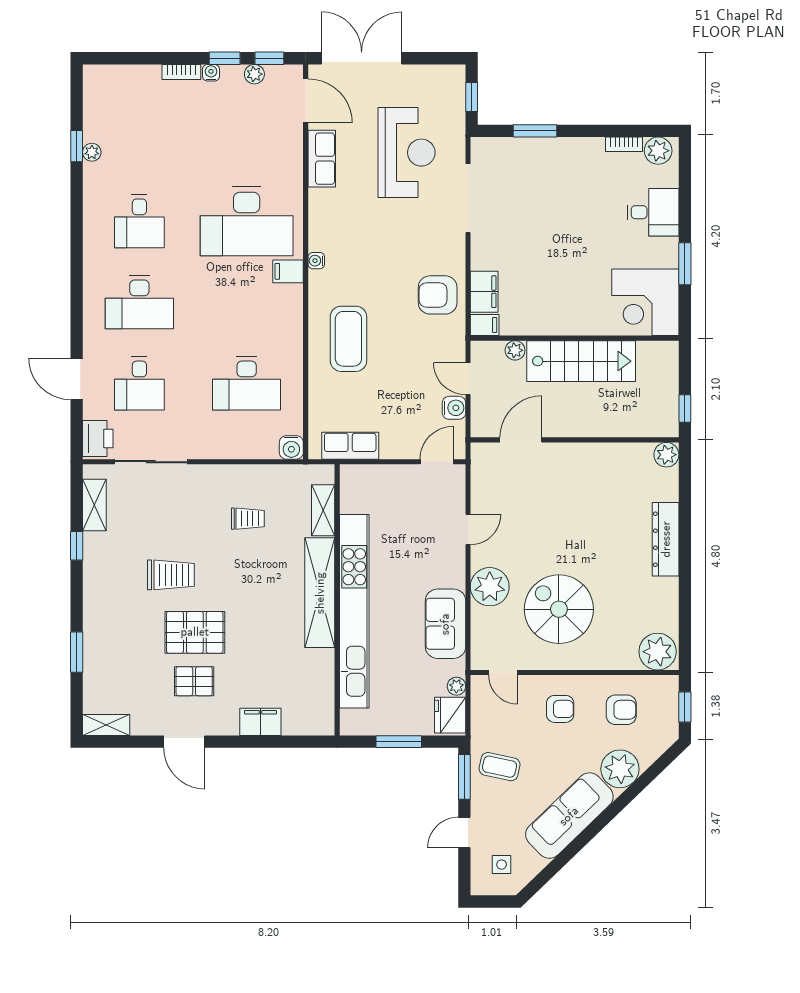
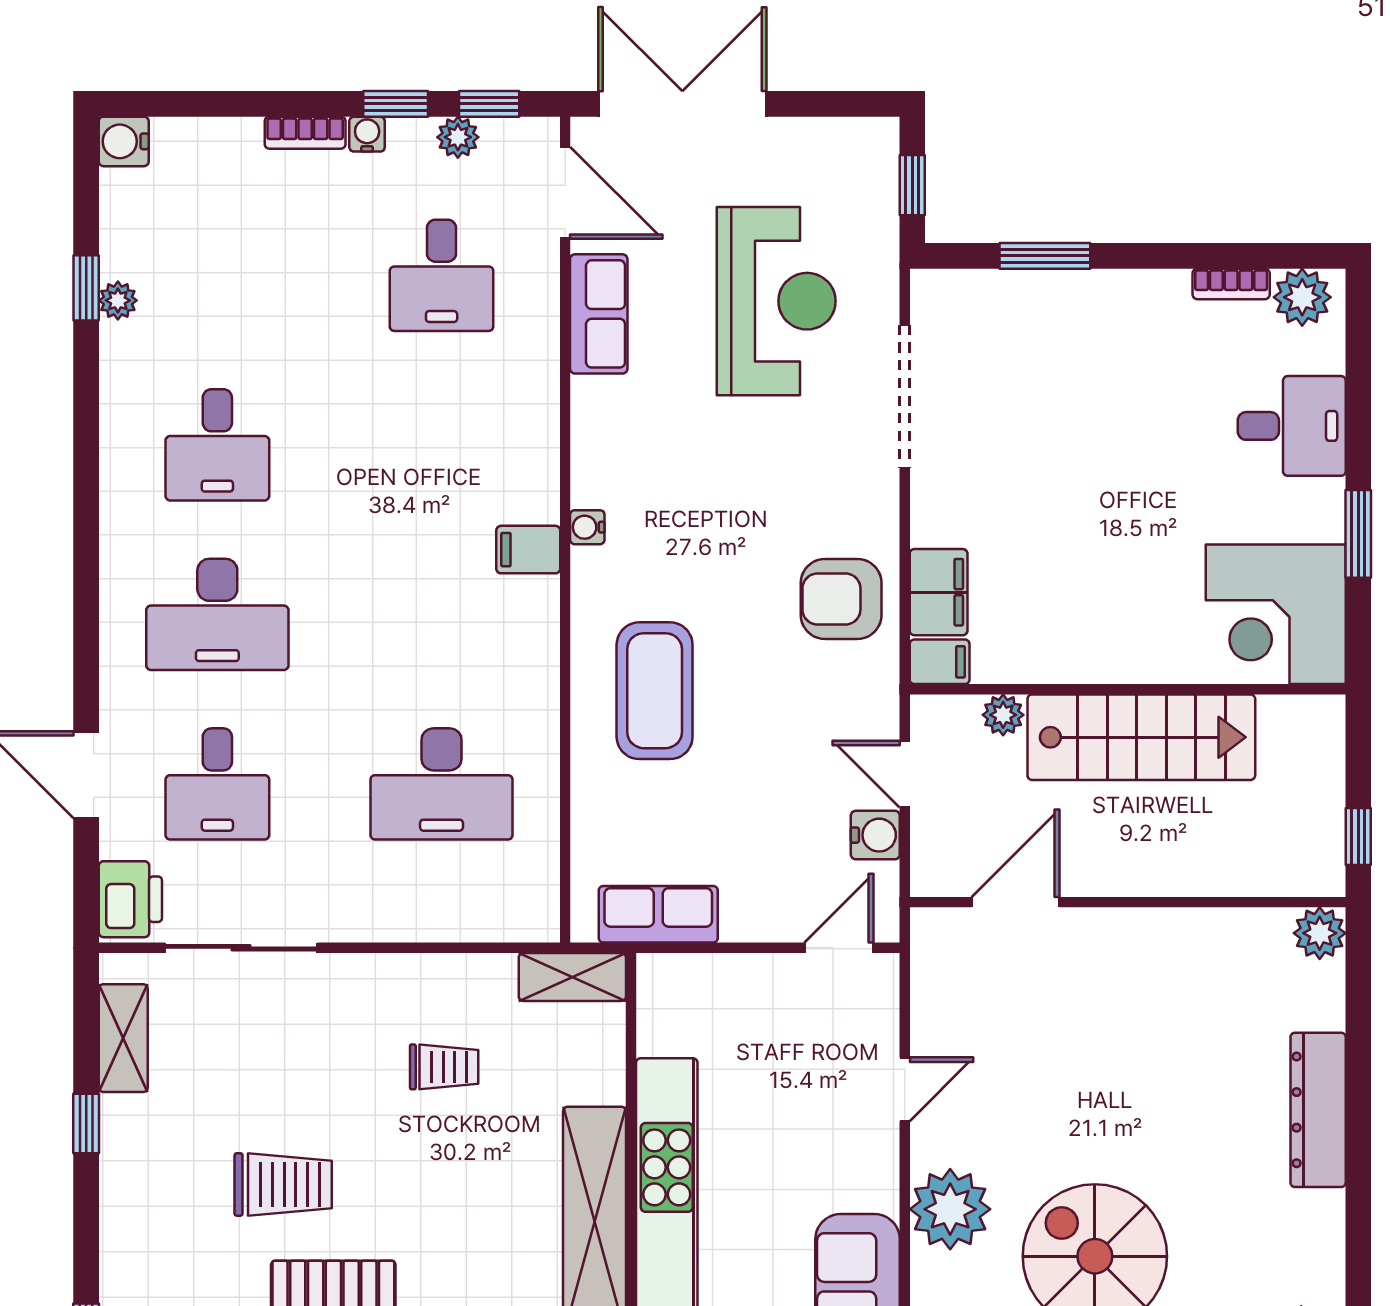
desk: (247, 221) -> (442, 275), moved, width x0.53, depth x0.77
water cooler: (291, 447) -> (124, 141), moved, turned 90
shelving: (323, 510) -> (572, 977), moved, turned 90

